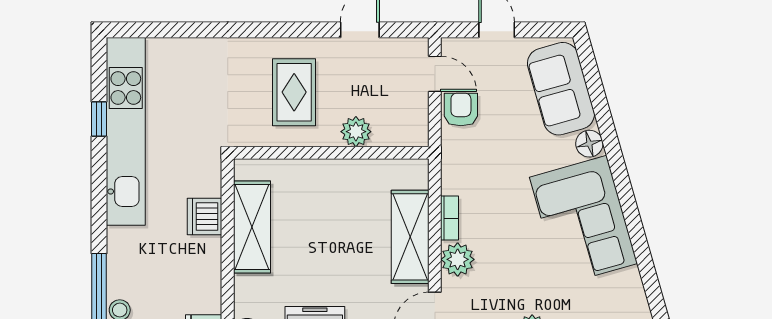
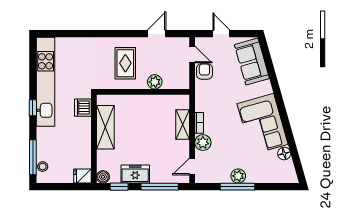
window: (99, 119) -> (33, 108), moved
floor lamp: (589, 144) -> (284, 154), moved
dishwasher: (205, 216) -> (83, 108), moved
shelving: (410, 237) -> (183, 124), width x0.67, depth x0.75

